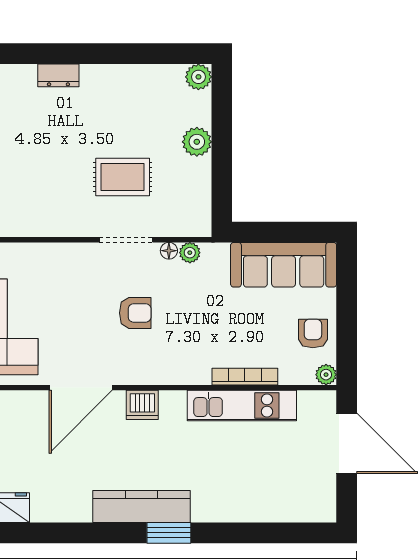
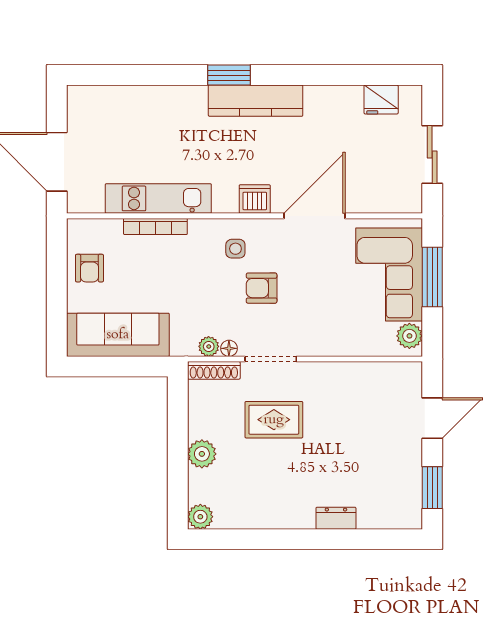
shoe rack: (185, 228) -> (214, 370), added
side table: (162, 354) -> (235, 249), added
plant: (326, 375) -> (77, 228), removed

